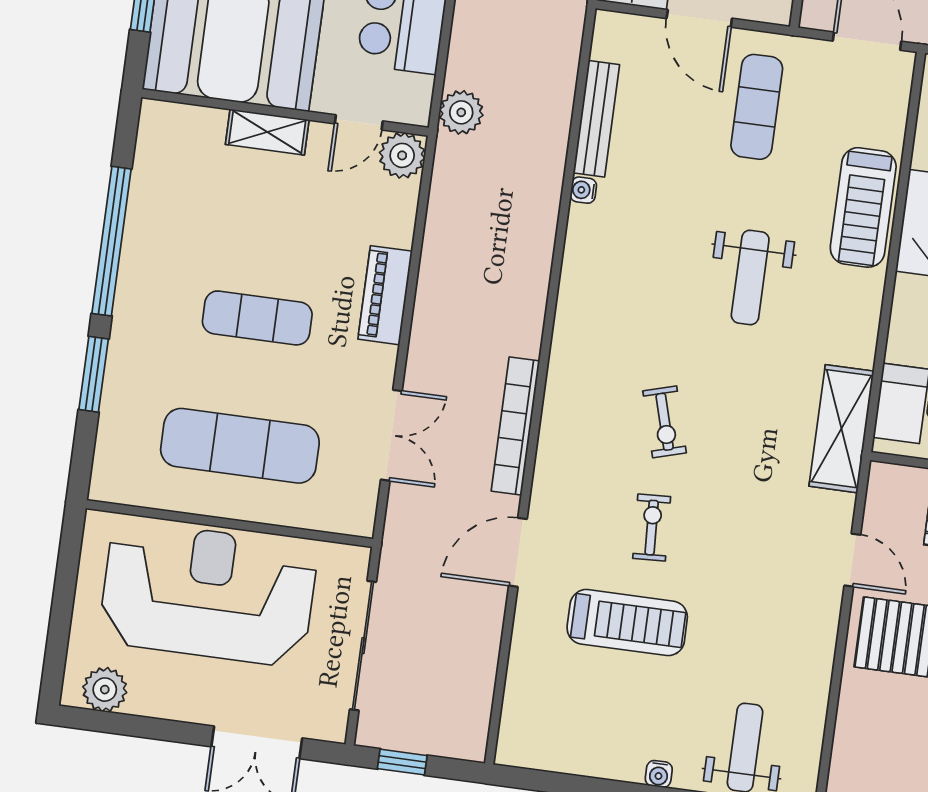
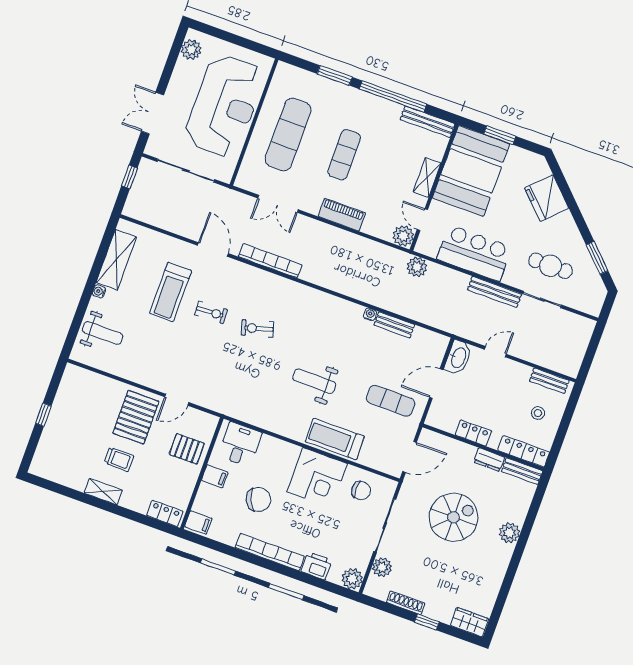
bench: (596, 119) -> (394, 325), width x0.73
bench: (149, 156) -> (428, 122), added
shelving: (841, 429) -> (116, 260), moved, turned 90

